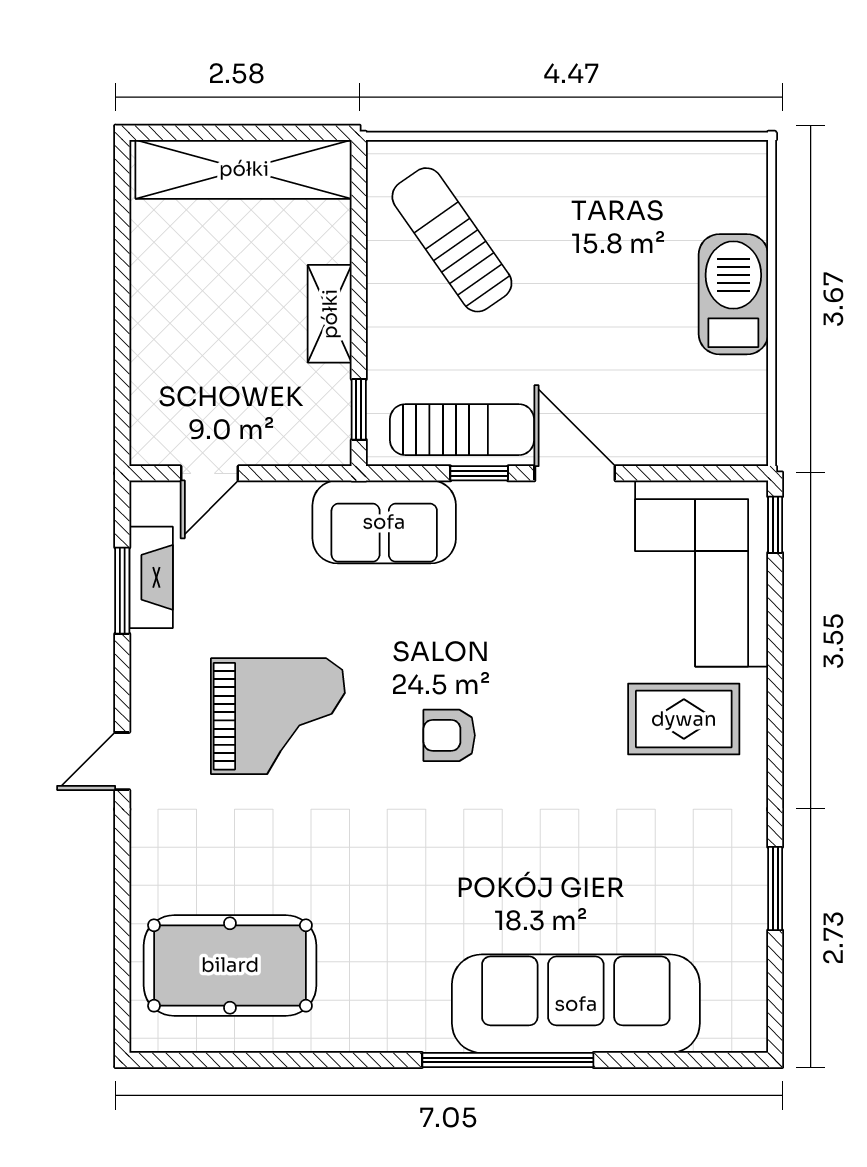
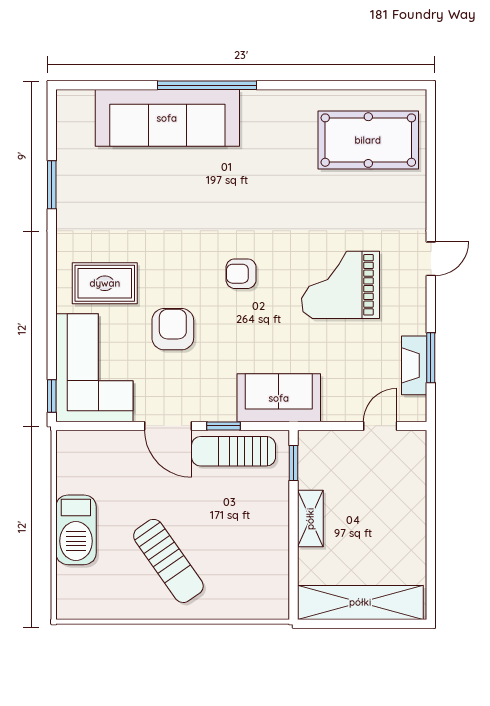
sun lounger: (452, 240) -> (168, 561), moved
armchair: (567, 640) -> (173, 329), added
armchair: (449, 735) -> (241, 274), turned 180

